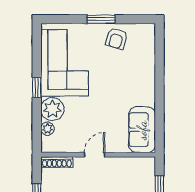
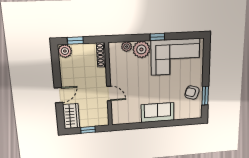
window: (101, 19) -> (205, 96), moved
sofa: (142, 130) -> (158, 113), moved
door: (95, 155) -> (109, 93), moved

